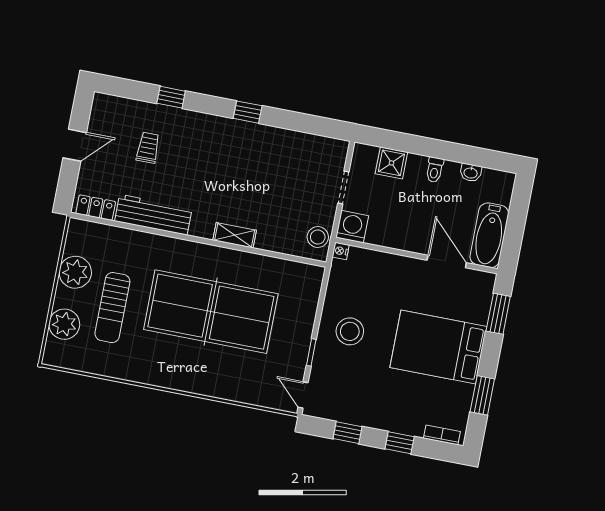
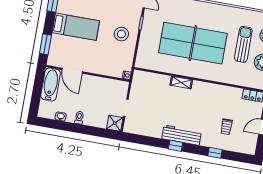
shower: (391, 163) -> (115, 123), moved
workbench: (153, 215) -> (182, 135), moved, turned 180
washing machine: (352, 227) -> (121, 88), removed
stool: (318, 237) -> (139, 82), removed
bed: (438, 347) -> (76, 27), width x0.67

